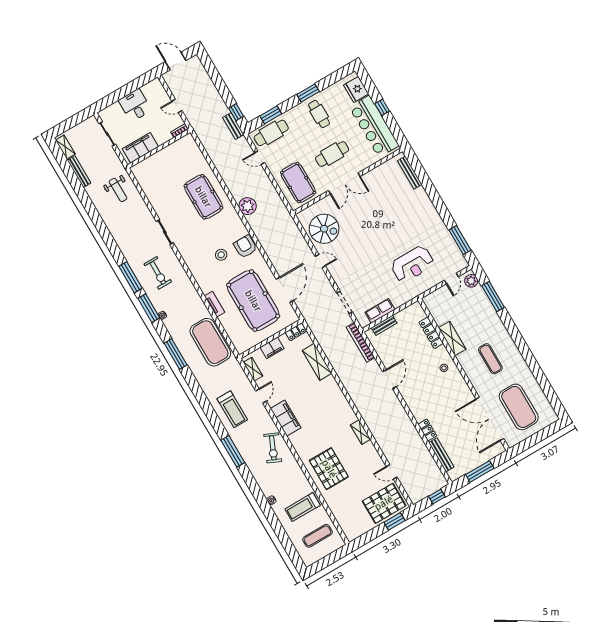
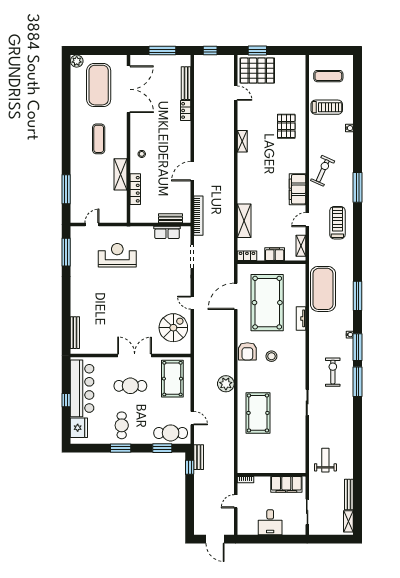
door: (177, 106) -> (236, 501), swing flipped
spiral stairs: (324, 229) -> (173, 328), turned 90
plant: (471, 281) -> (77, 61), moved
pallet: (329, 469) -> (286, 126), width x0.73, depth x0.71

